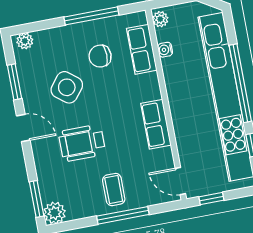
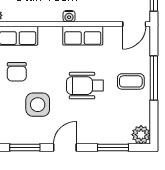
water cooler: (165, 50) -> (69, 16), moved
side table: (67, 87) -> (38, 105), turned -38
wheelchair: (82, 143) -> (85, 86), moved, turned 90
window: (37, 199) -> (113, 148), moved

